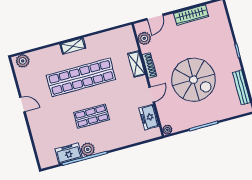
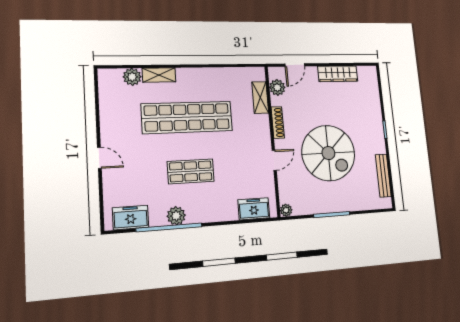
shelving: (73, 46) -> (159, 75), moved
plant: (23, 61) -> (132, 77), moved
shelving: (136, 64) -> (260, 97), moved
door: (22, 104) -> (99, 158), moved
freezer: (149, 117) -> (254, 209), moved, turned 90
freezer: (69, 153) -> (131, 217), moved

